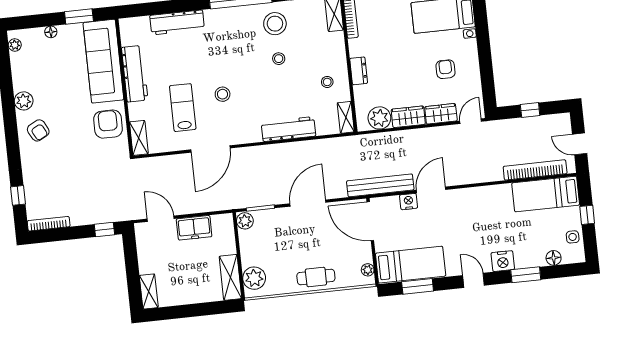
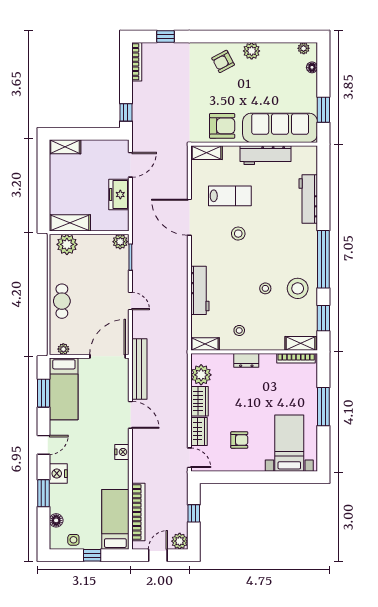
floor lamp: (51, 32) -> (312, 67), moved
plant: (562, 122) -> (180, 541), added
nightstand: (409, 202) -> (122, 452), moved
door: (308, 203) -> (130, 301), width x0.53

